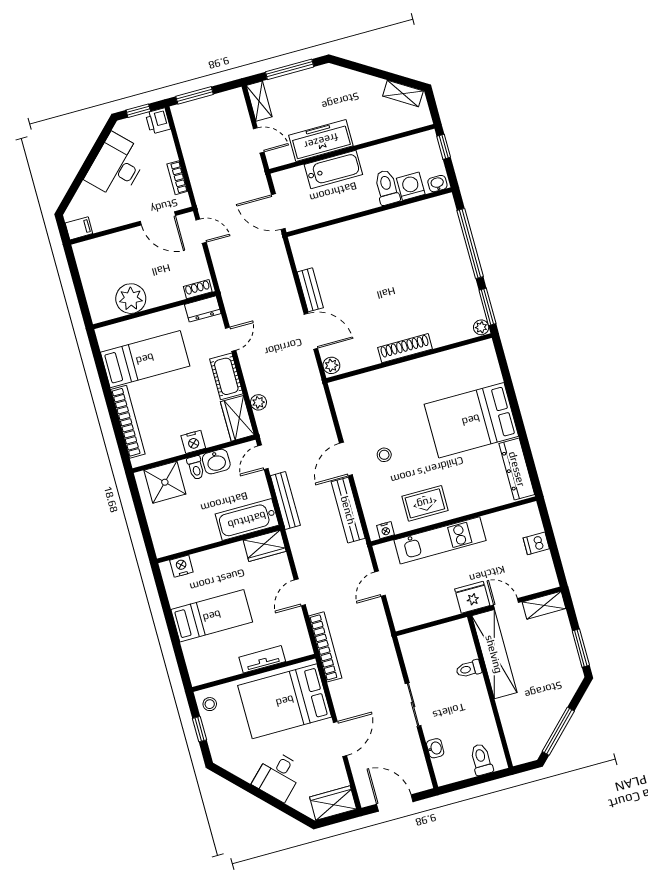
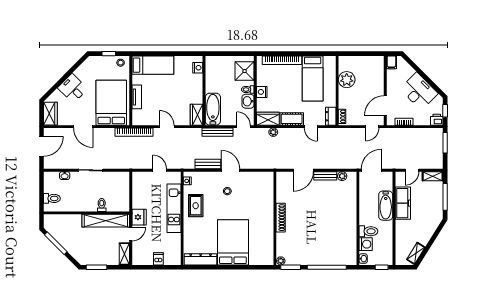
plant: (331, 365) -> (342, 176), moved
bench: (348, 510) -> (208, 164), width x0.73
bed: (212, 616) -> (153, 65), moved, turned -90

